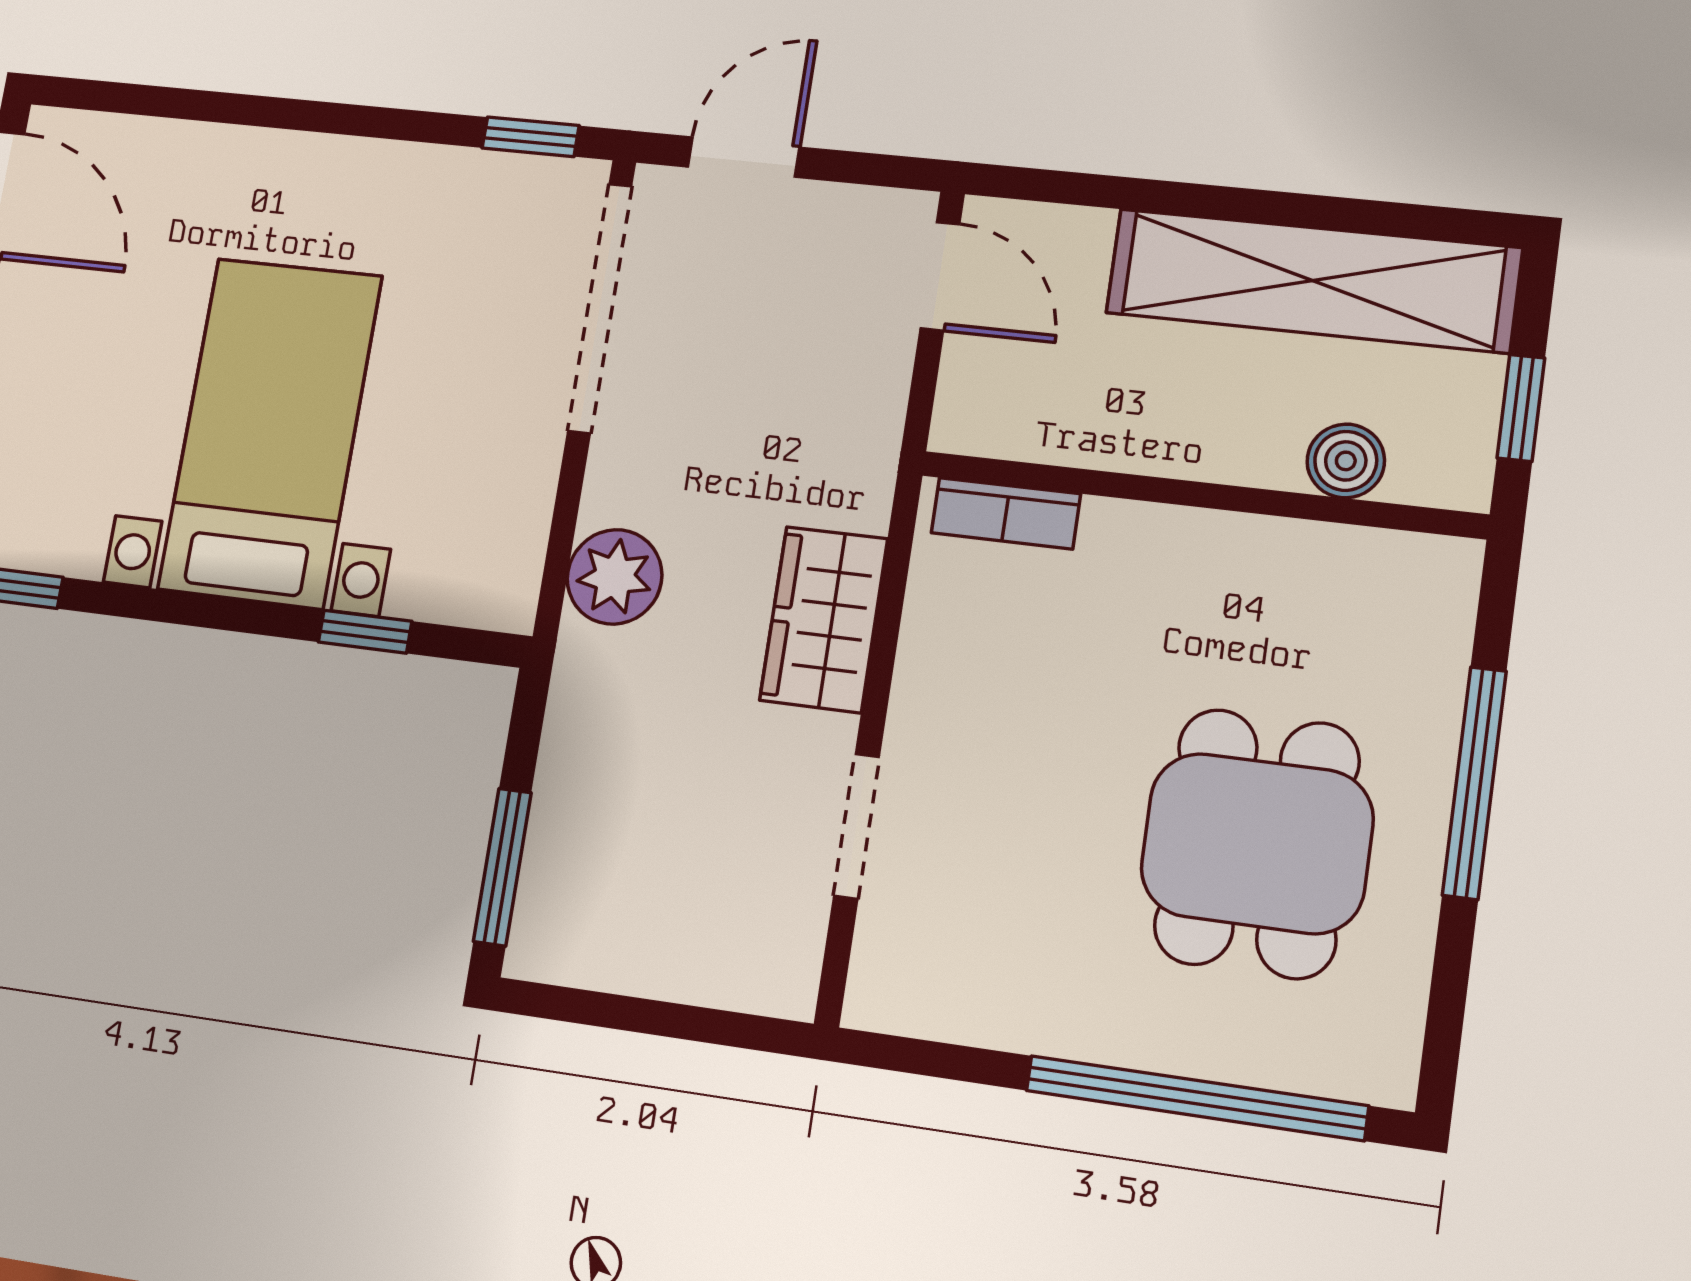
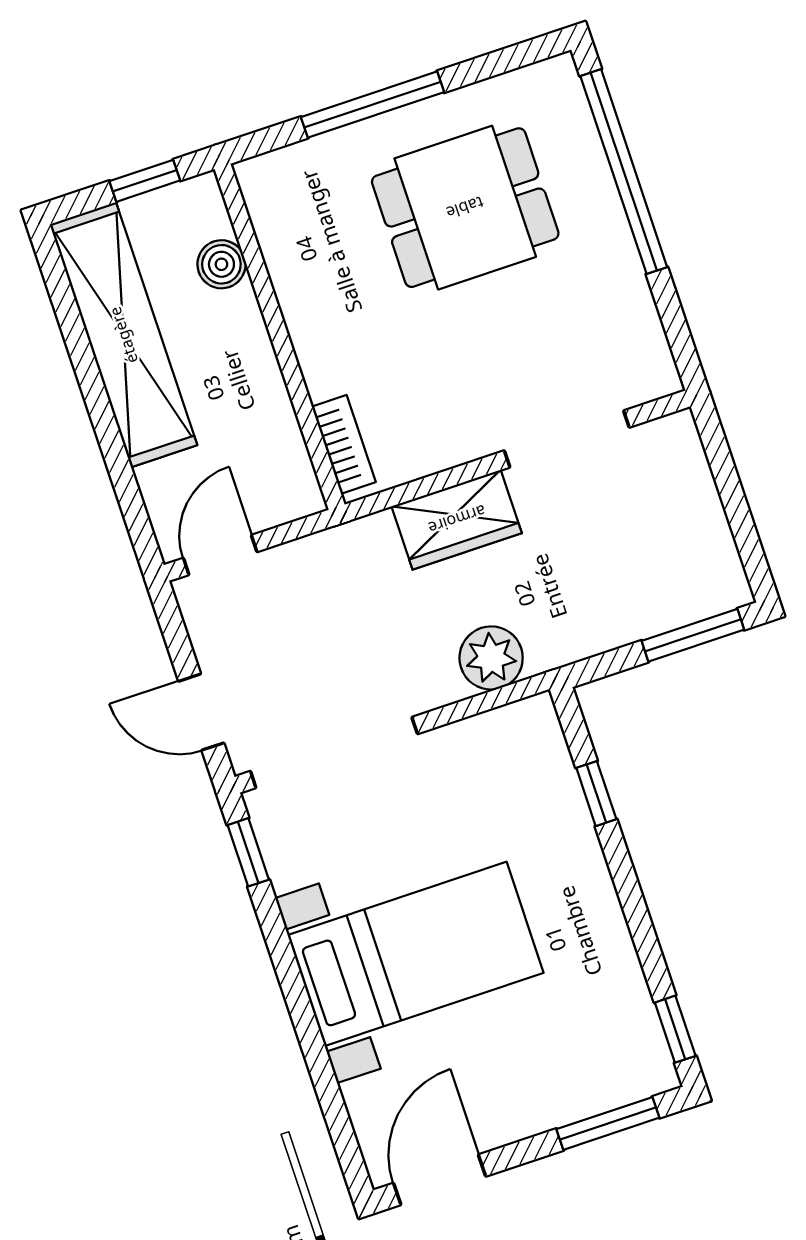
bed with nightstands: (270, 432) -> (416, 954), moved, turned 180
doorway: (857, 826) -> (567, 439), width x1.38

